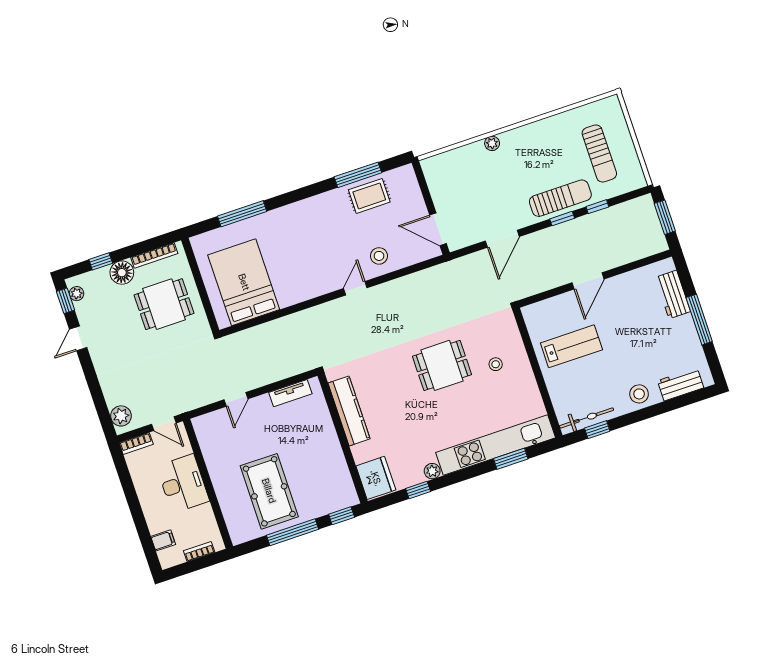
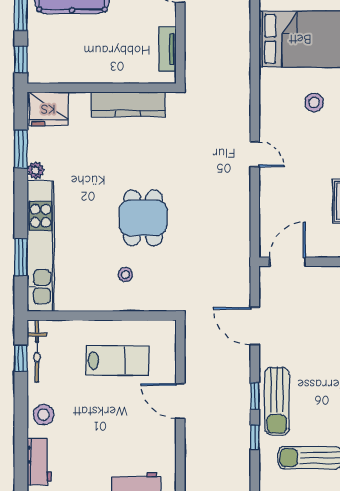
stool: (379, 256) -> (314, 102), moved
lab bench: (571, 346) -> (117, 361), turned -90
window: (418, 490) -> (21, 149), width x1.50

